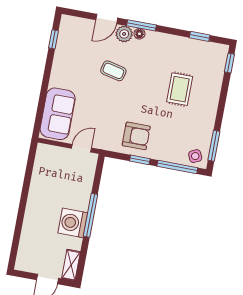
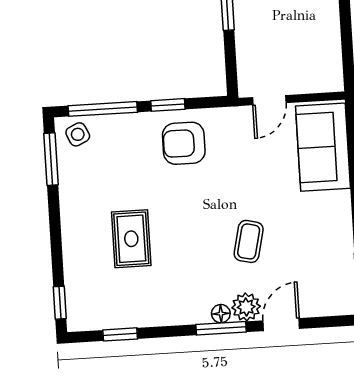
coffee table: (113, 71) -> (249, 241), turned 90

